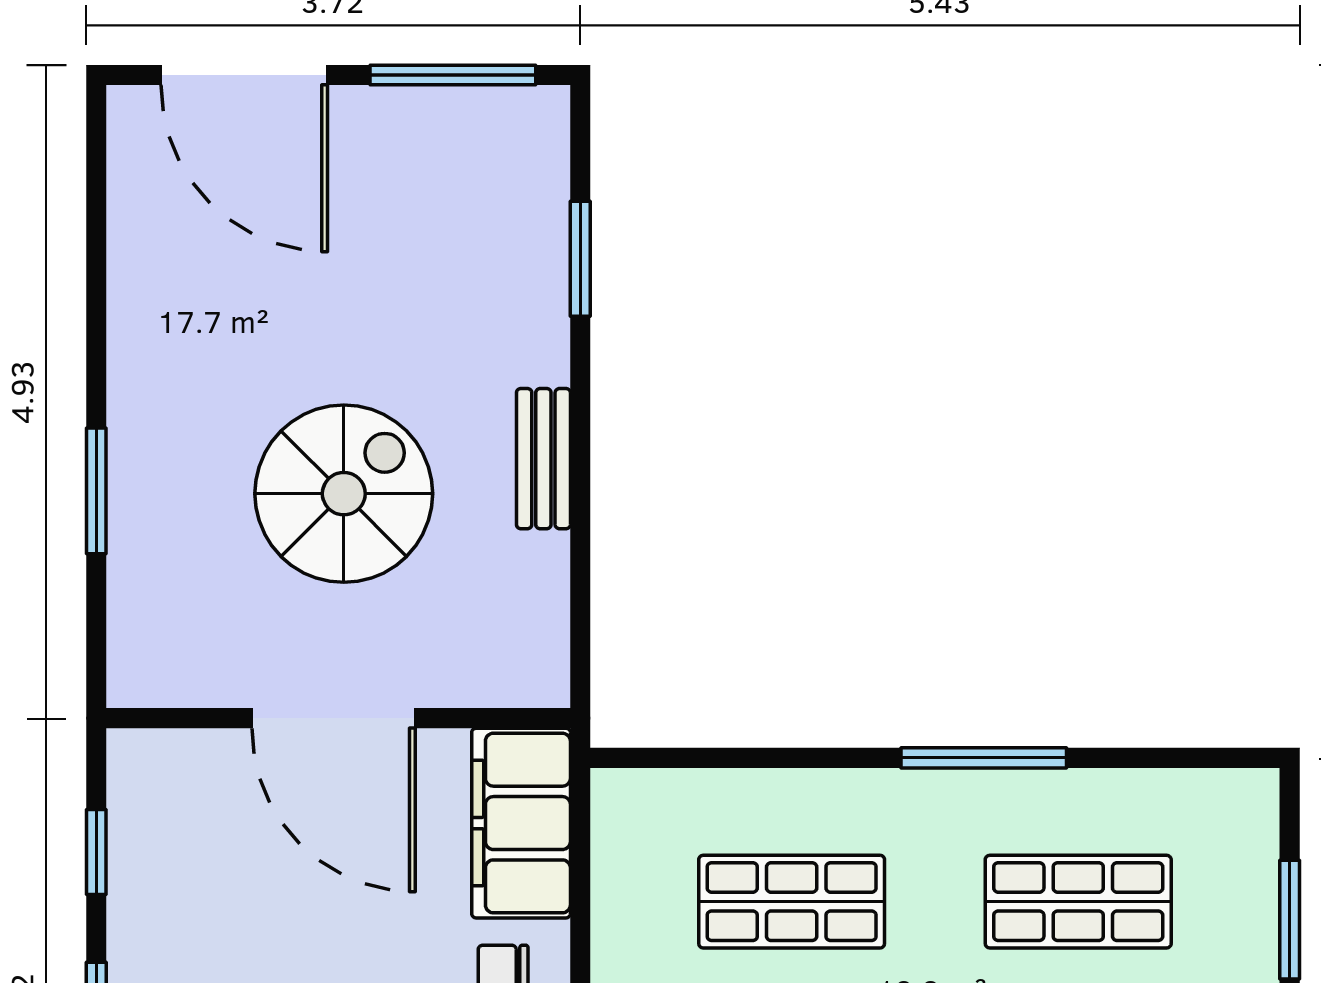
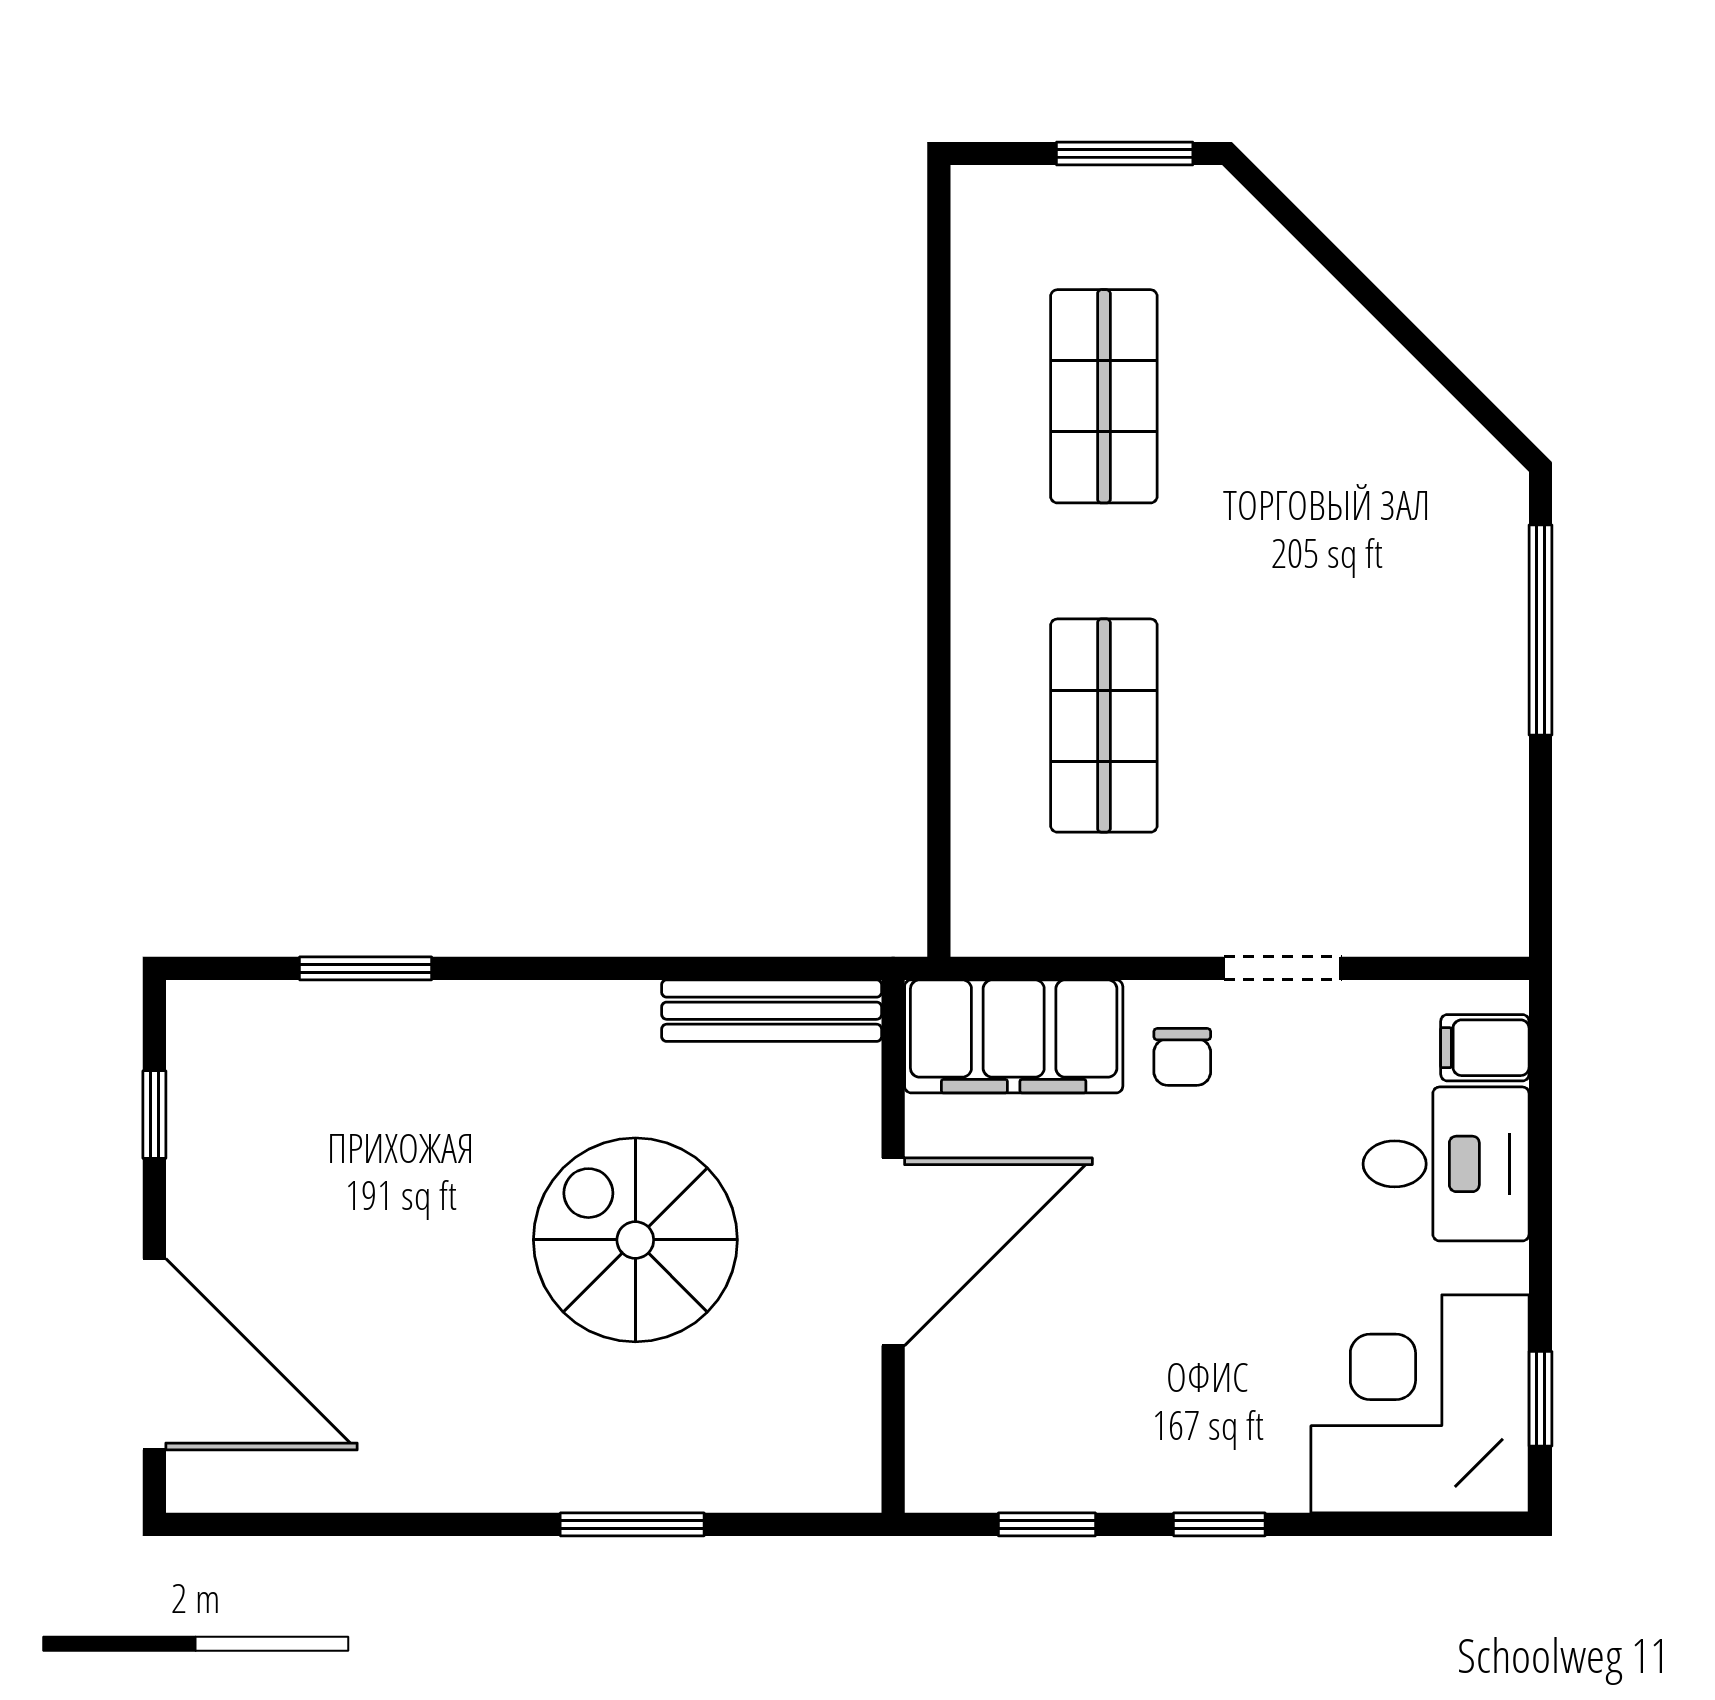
door: (244, 75) -> (154, 1354), hinge flipped
window: (453, 75) -> (154, 1115), width x0.46
bench: (543, 459) -> (772, 1011), moved, width x1.36
window: (984, 758) -> (939, 505), removed

